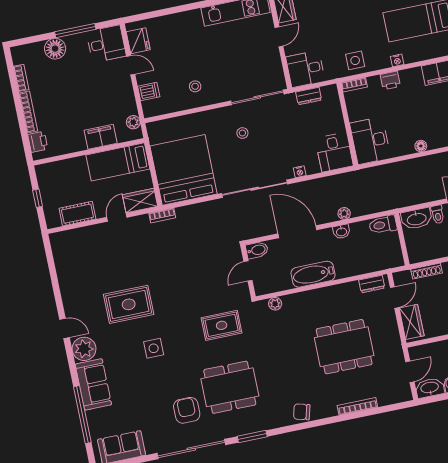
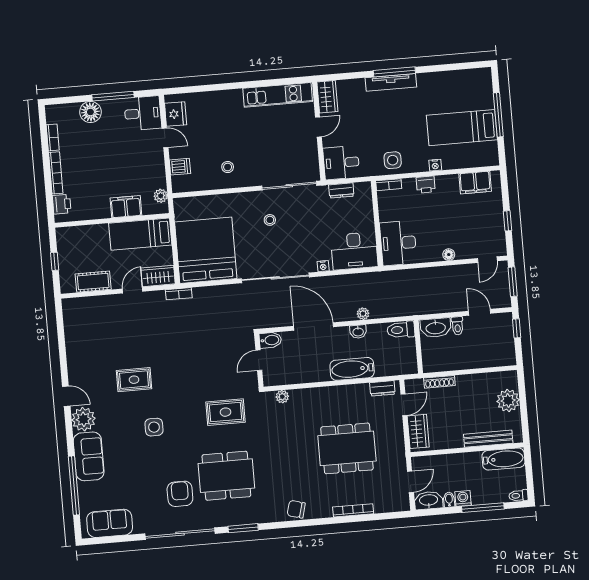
desk: (334, 152) -> (354, 251), width x1.37
bathtub: (313, 274) -> (352, 369), moved
rug: (129, 304) -> (134, 380), width x0.73, depth x0.70

